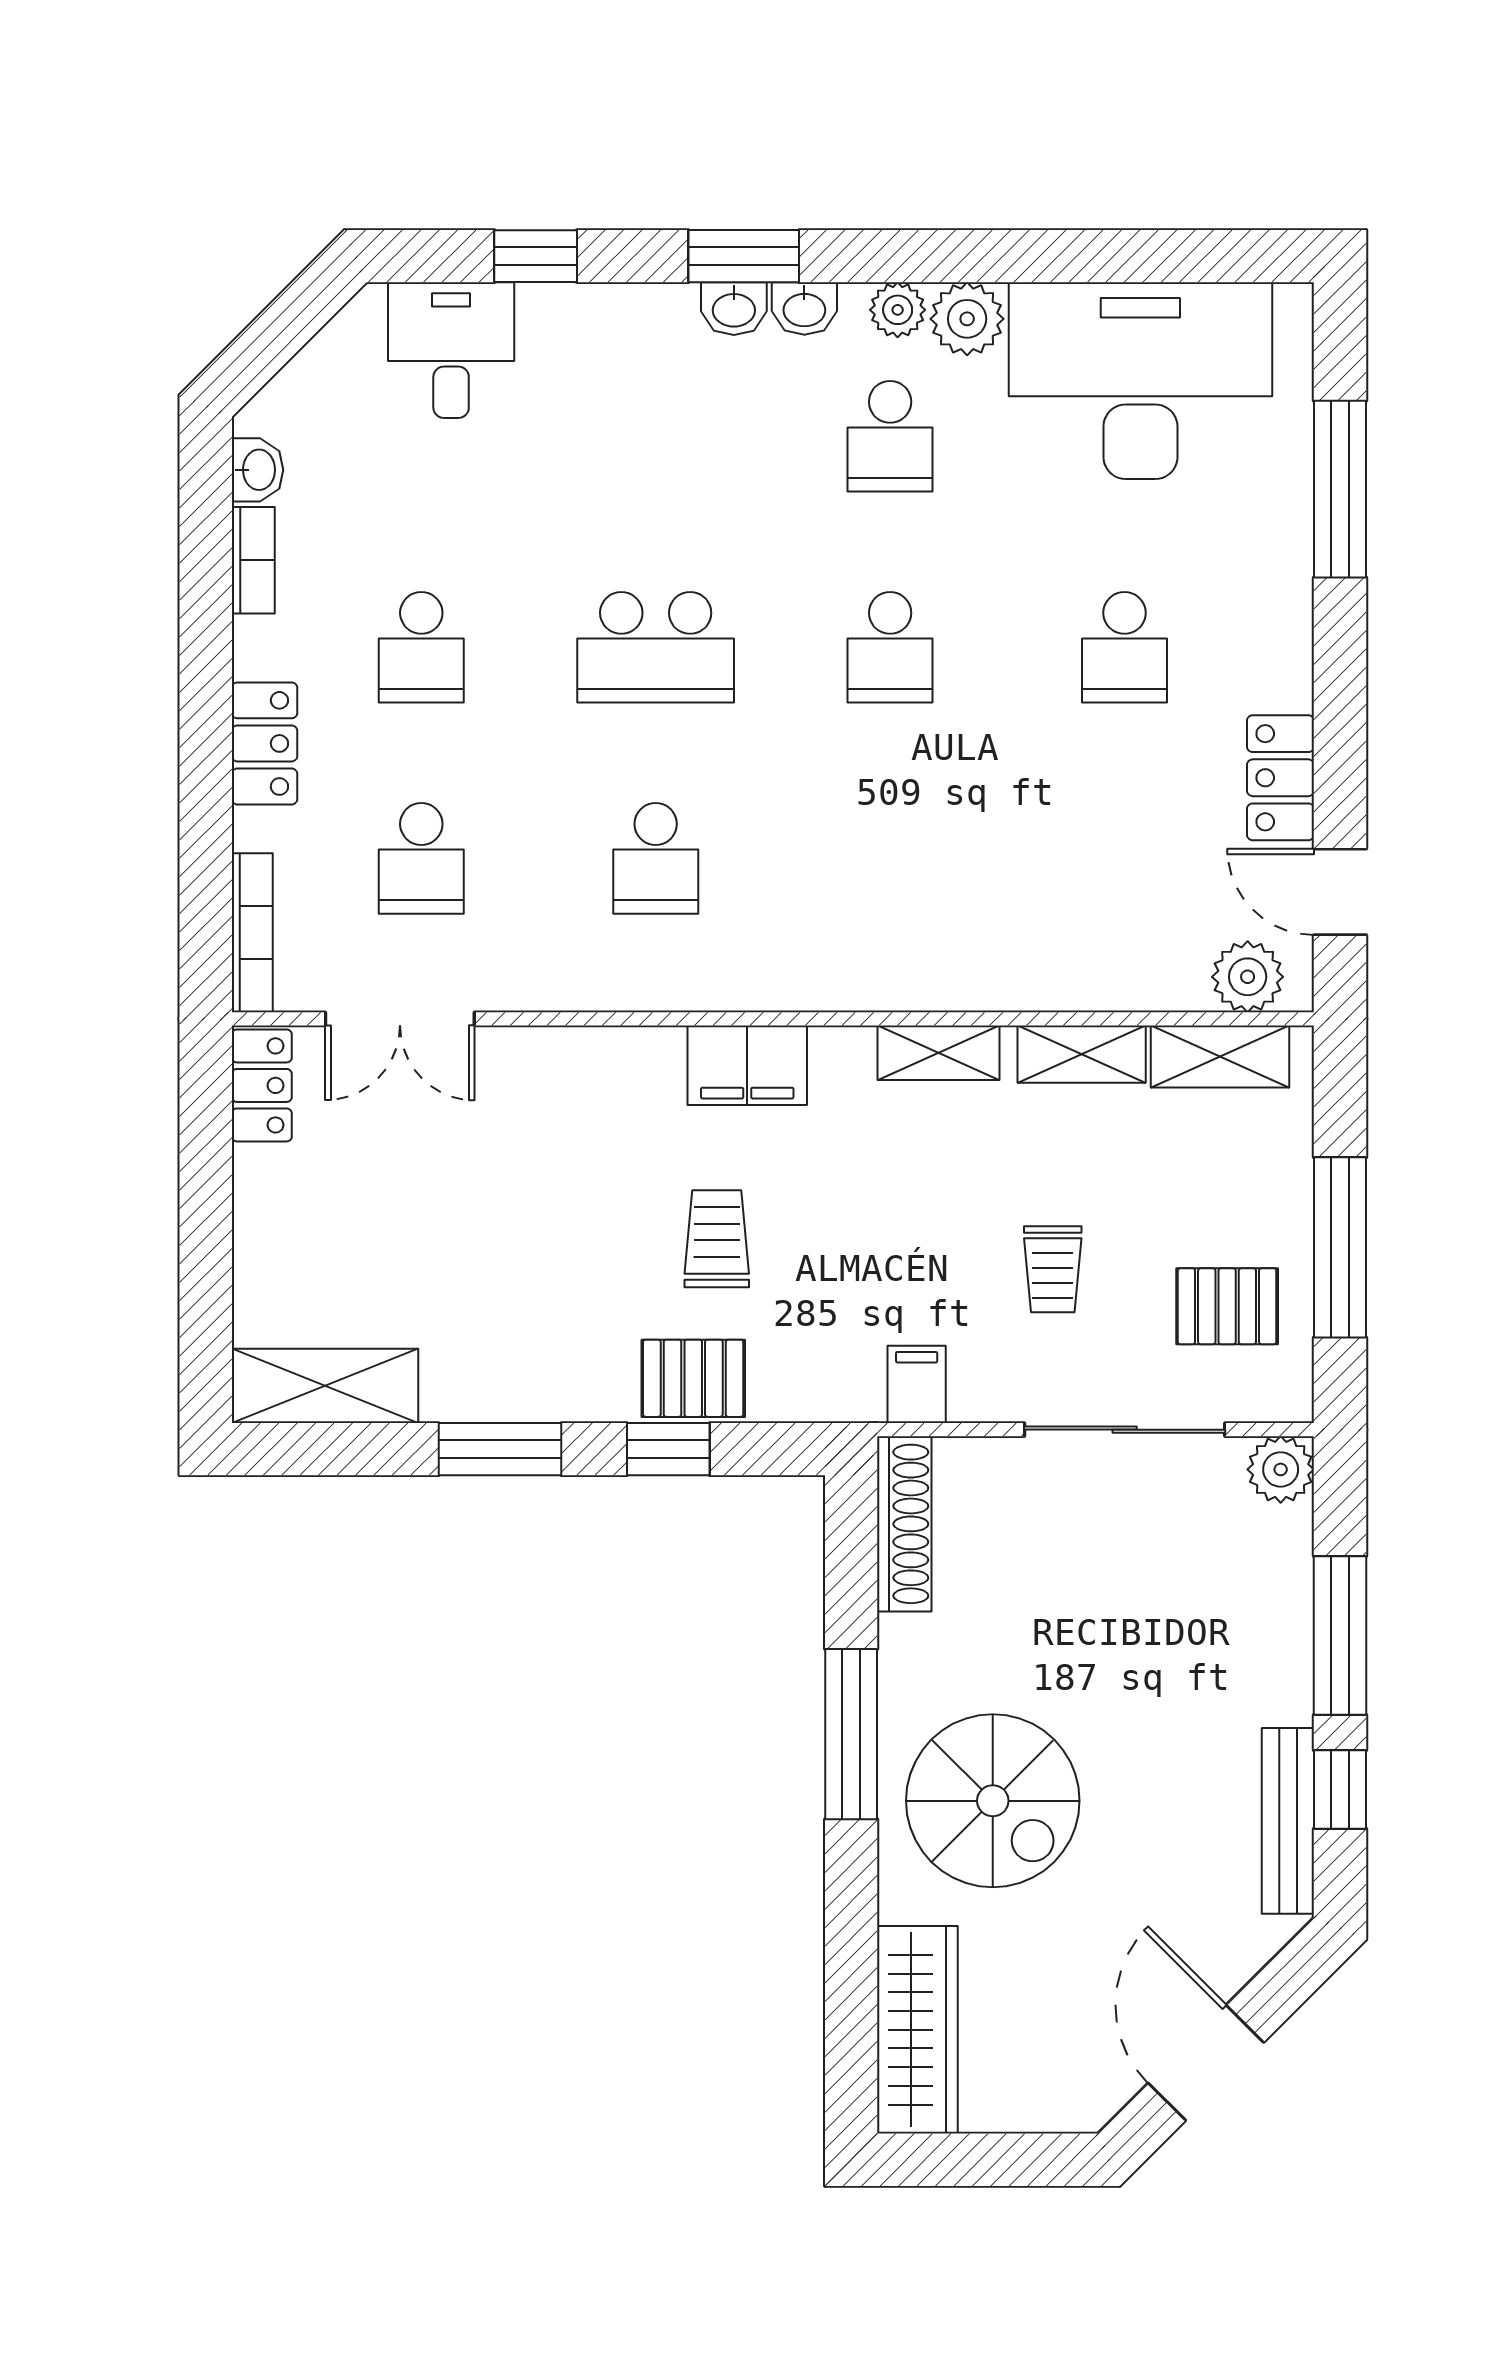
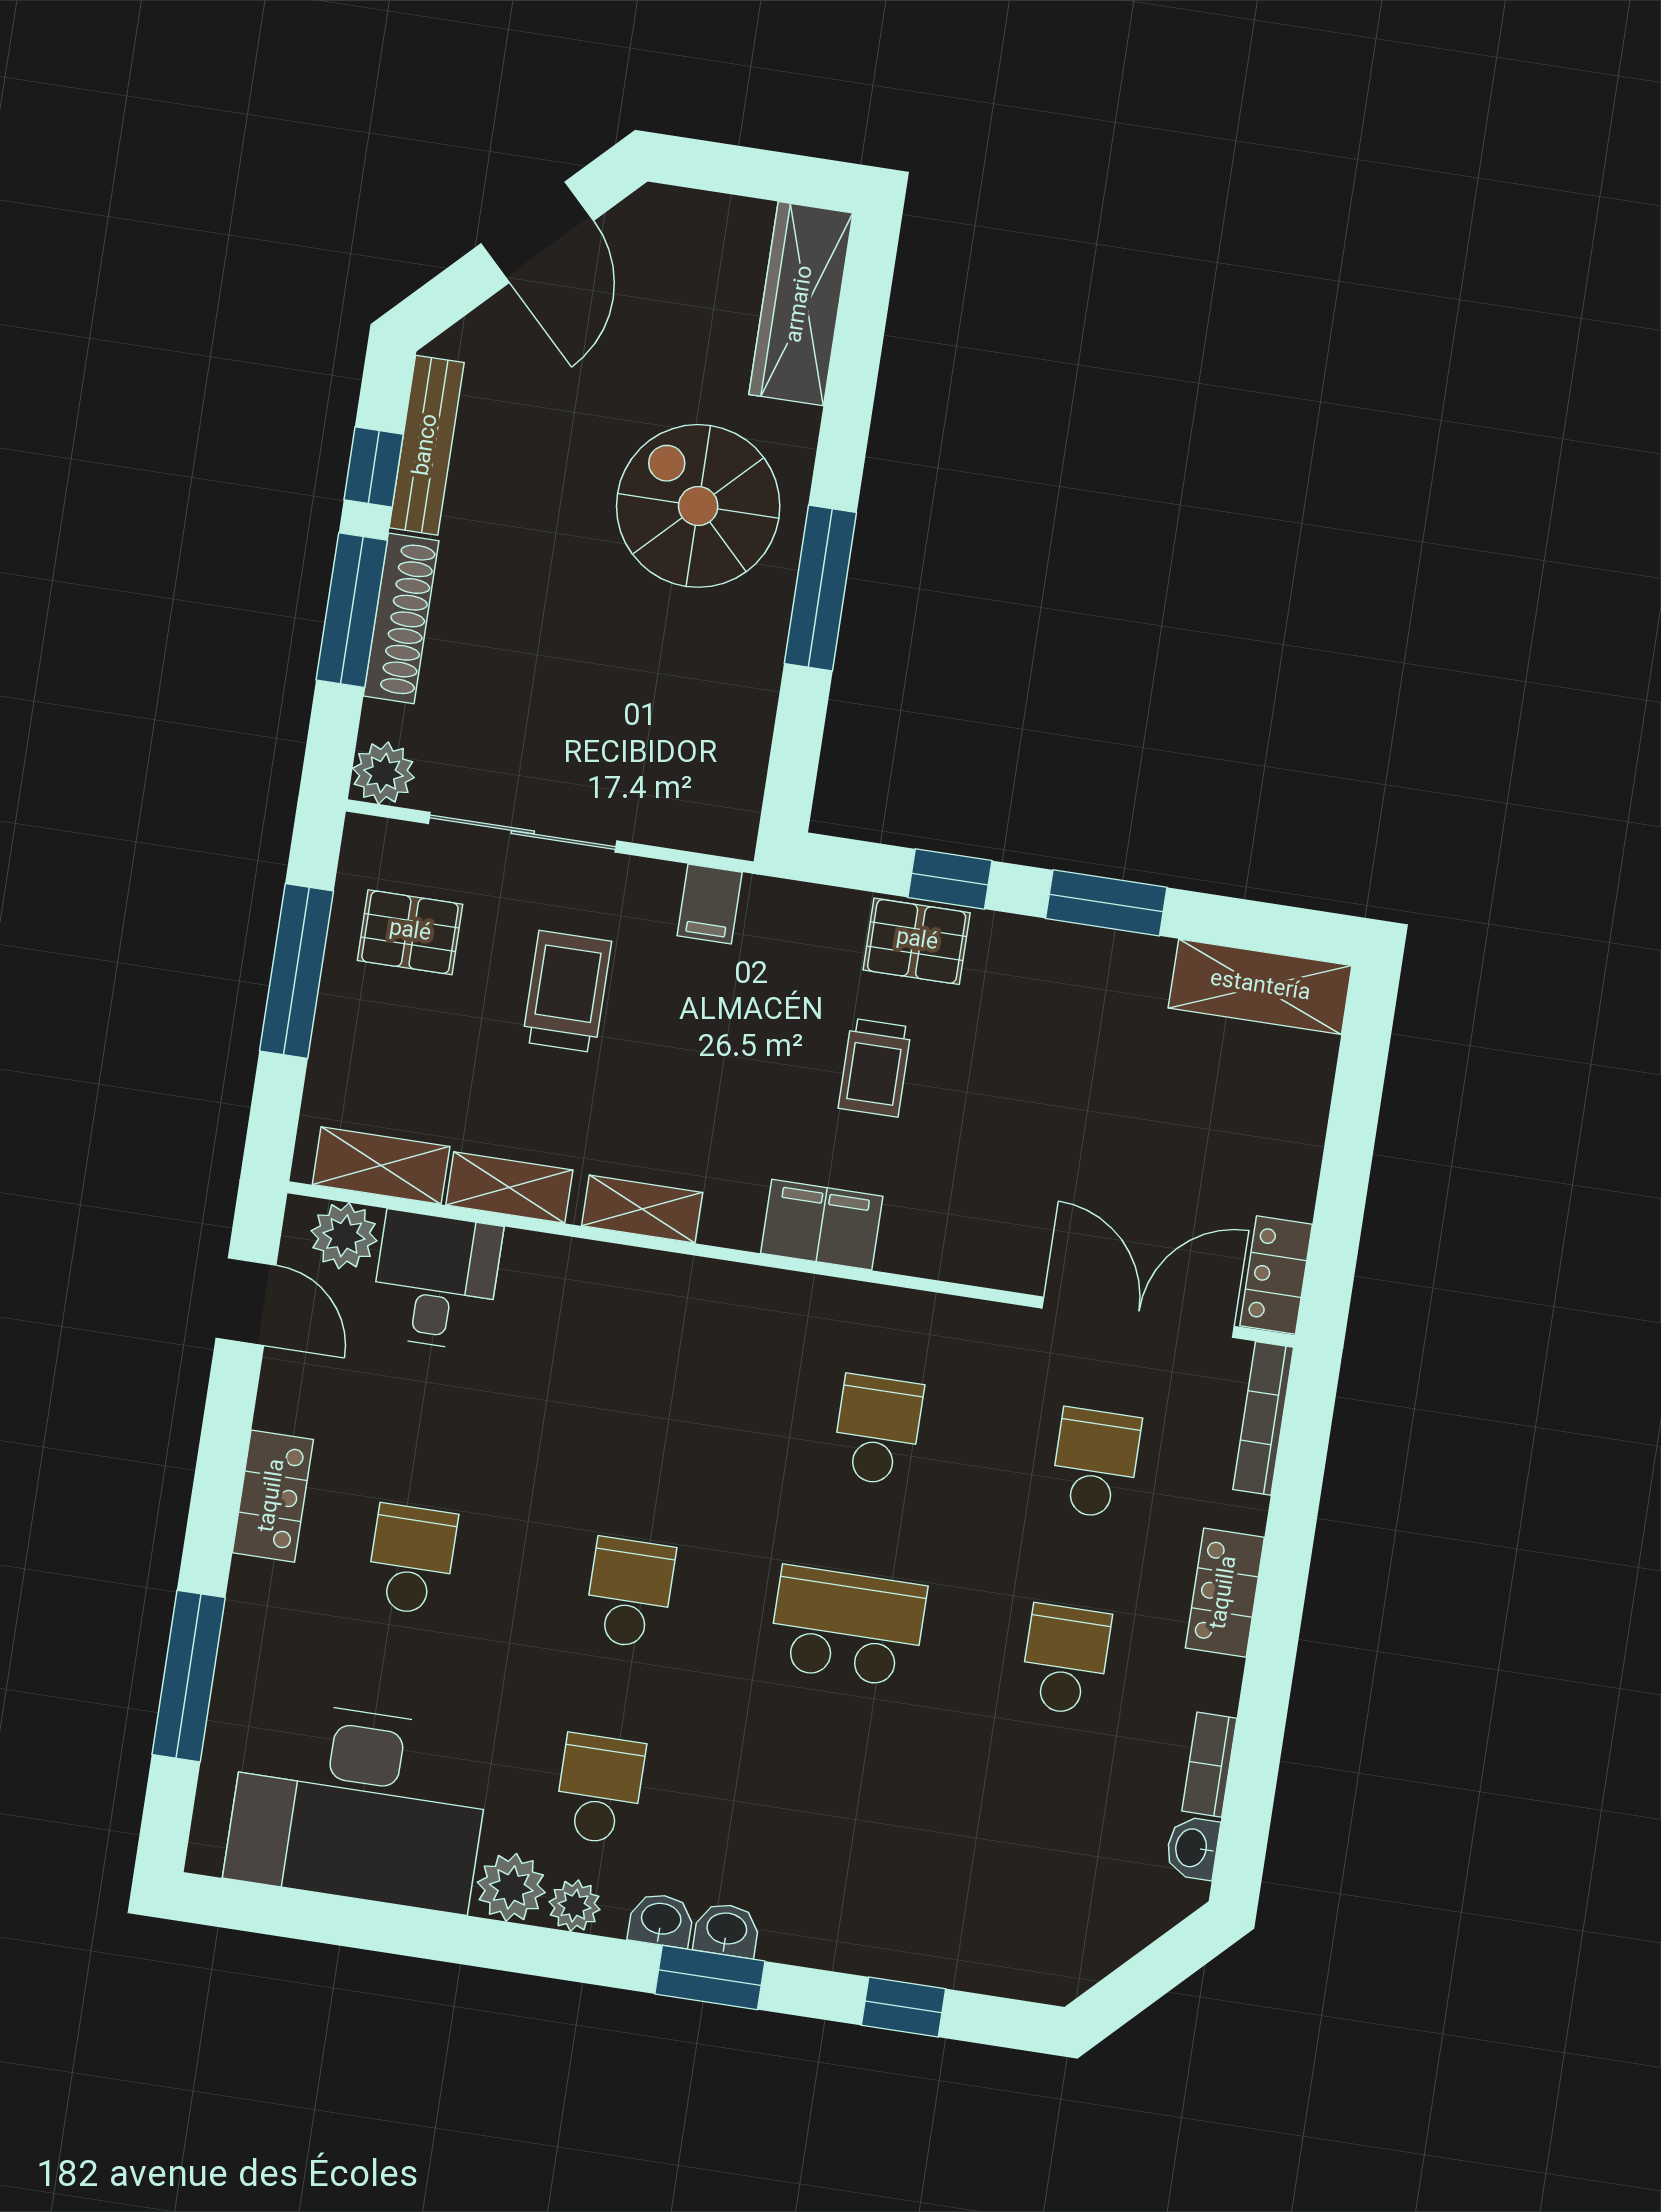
desk: (451, 350) -> (436, 1281), moved, turned 180
locker: (1281, 778) -> (273, 1496), moved
double door: (400, 1019) -> (1138, 1317), width x1.37
trolley: (1053, 1269) -> (567, 992), width x1.36, depth x1.39
shoe rack: (904, 1524) -> (401, 618), moved, turned 180

